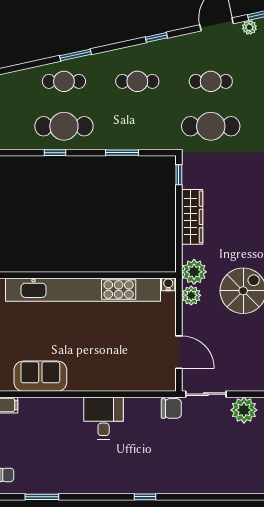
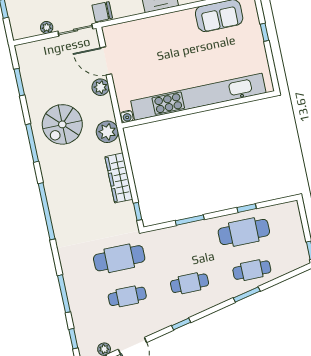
plant: (191, 295) -> (100, 87), moved
plant: (244, 410) -> (47, 27), width x0.53, depth x0.53

